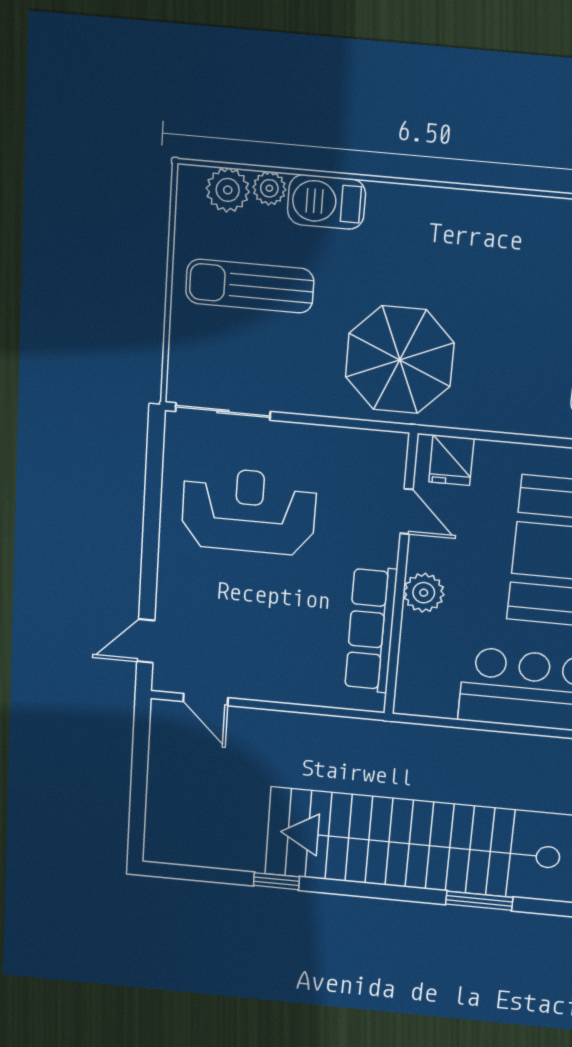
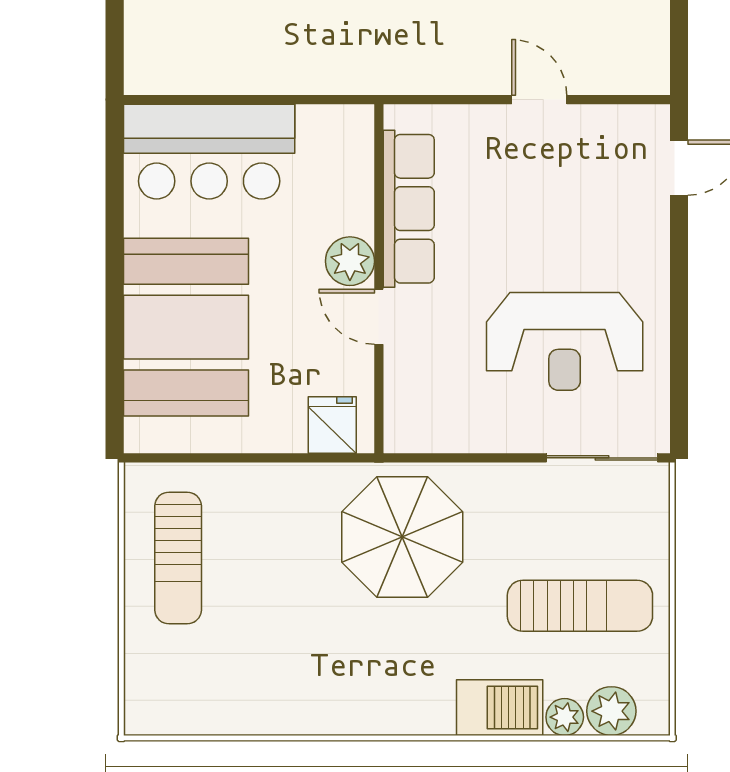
door: (407, 511) -> (379, 317), moved
door: (206, 700) -> (539, 100), moved

